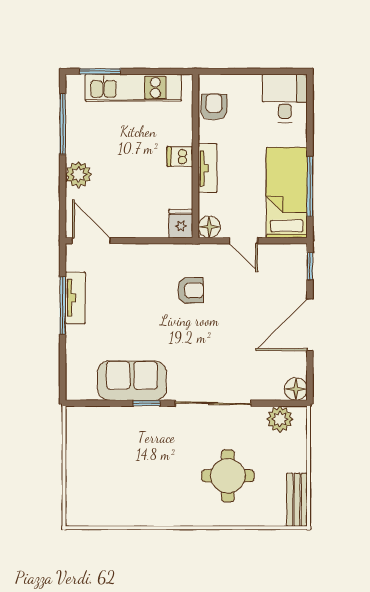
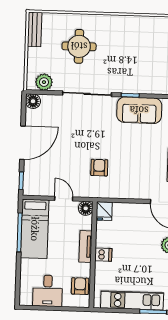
desk: (285, 98) -> (48, 291), moved
armchair: (214, 107) -> (80, 286), turned 180
armchair: (190, 290) -> (99, 168), turned 90

